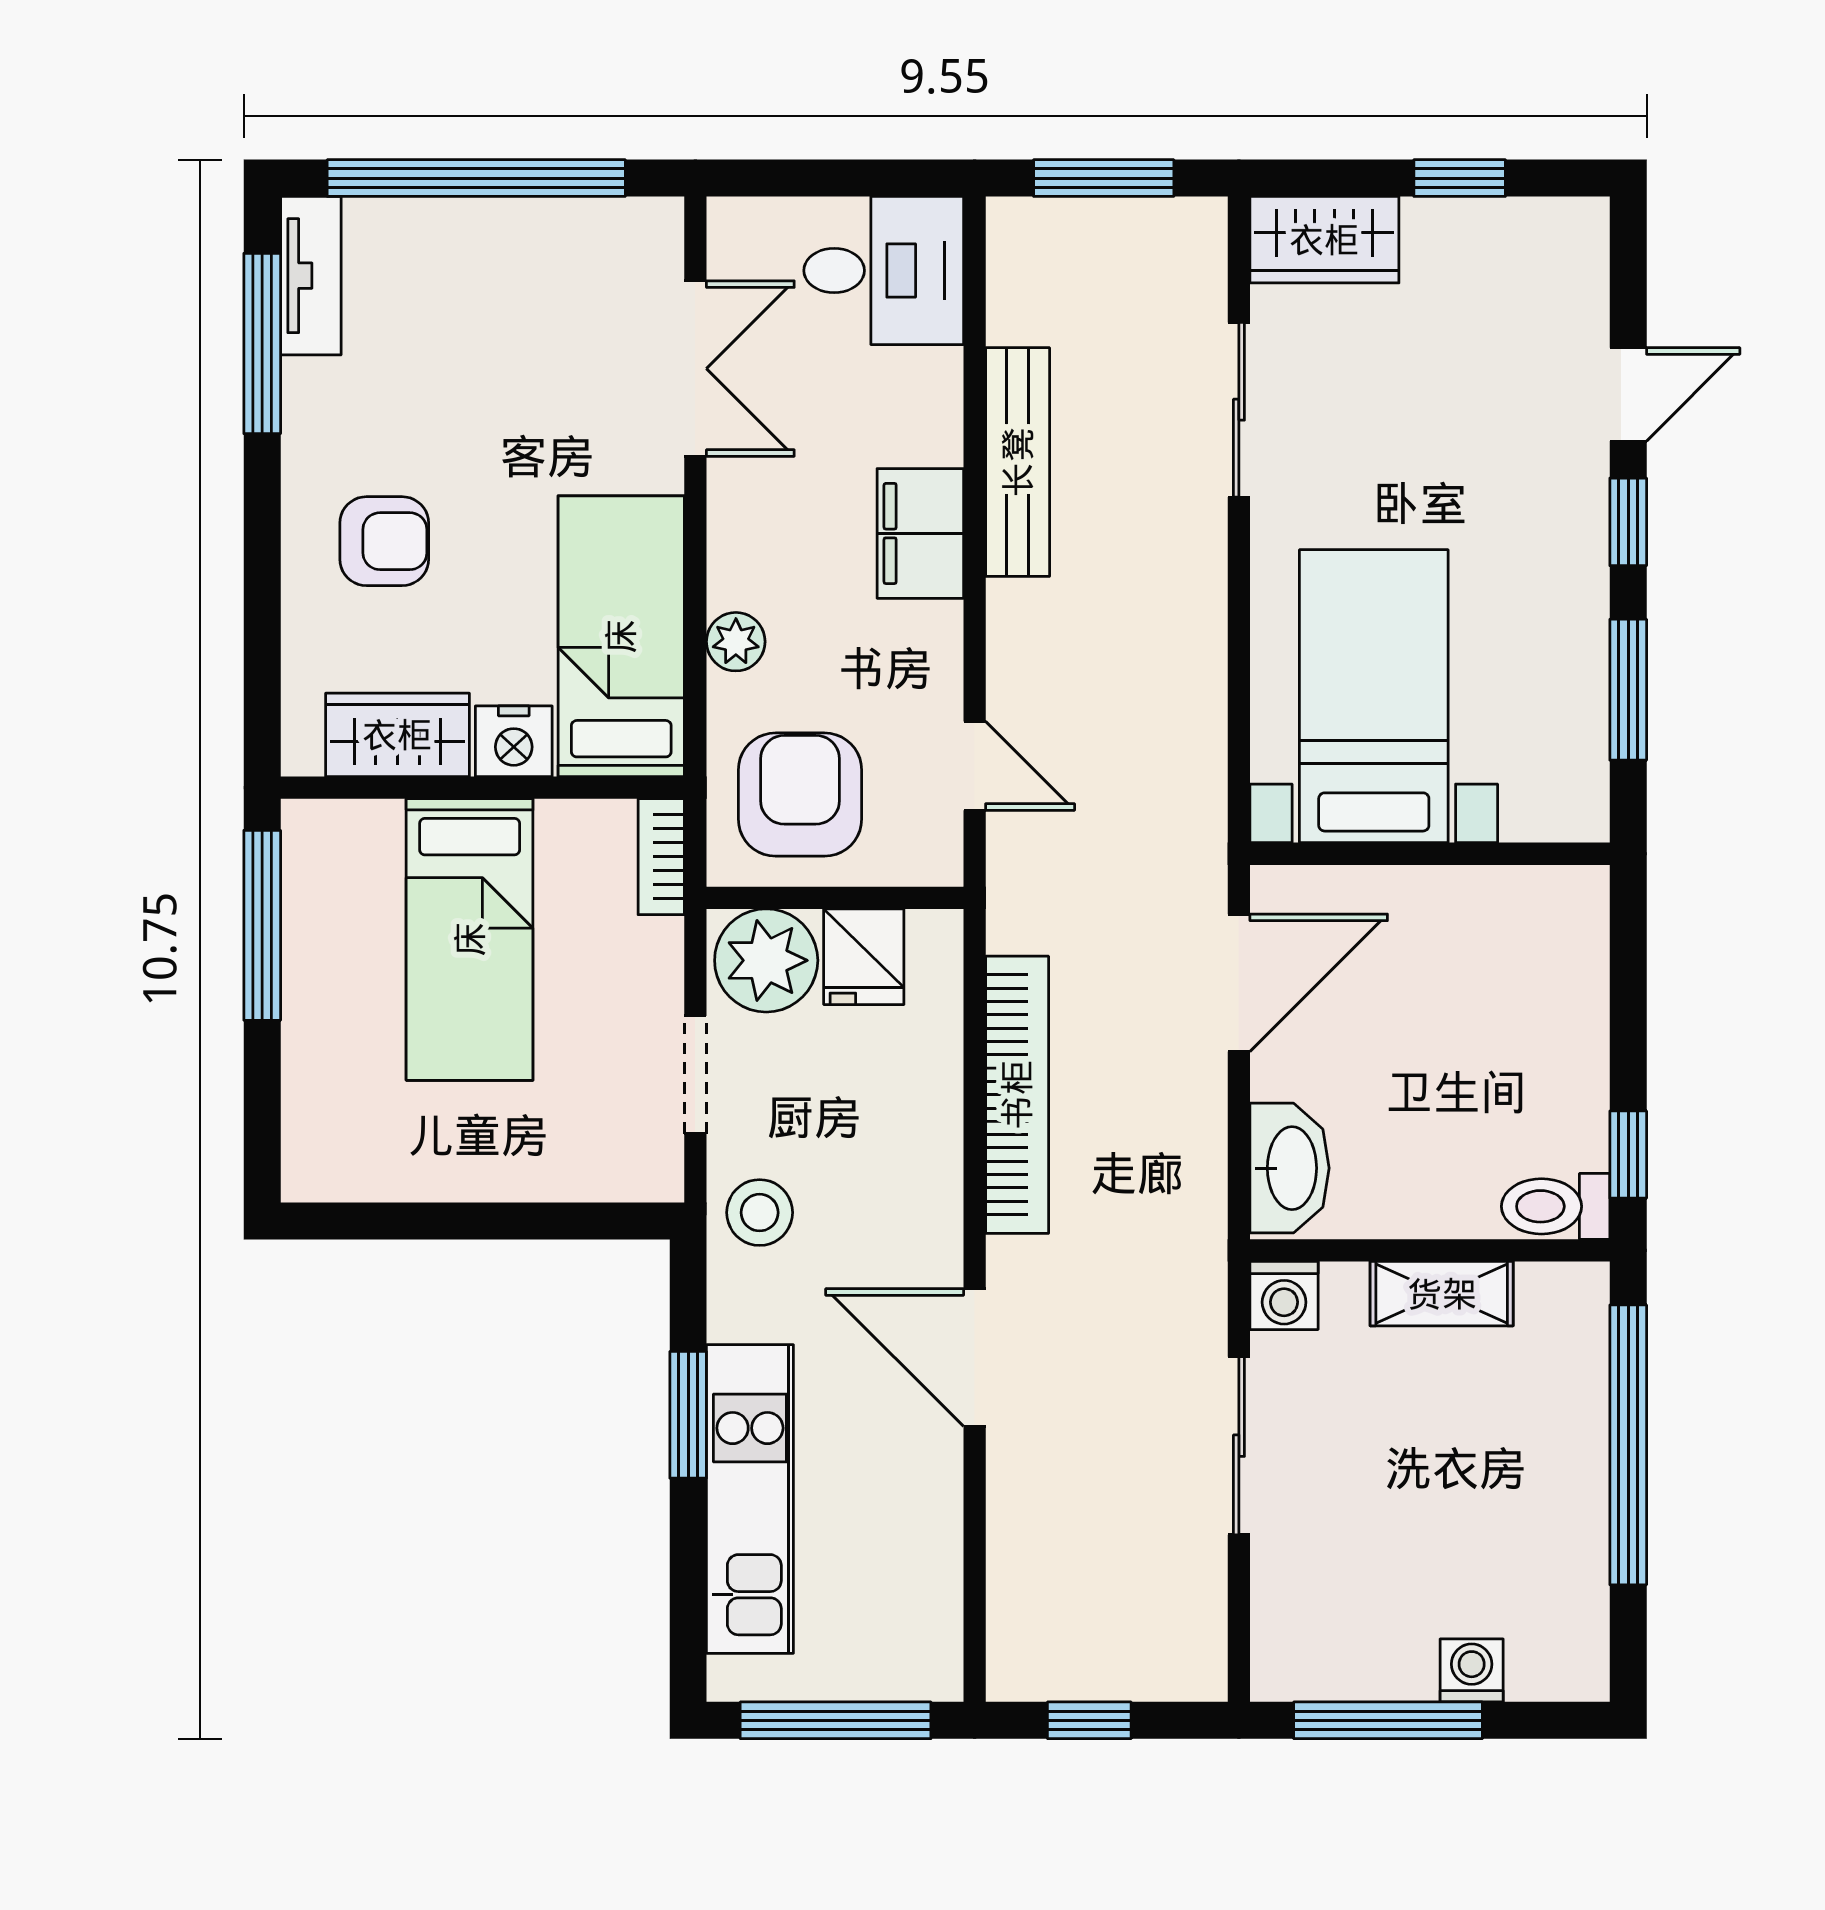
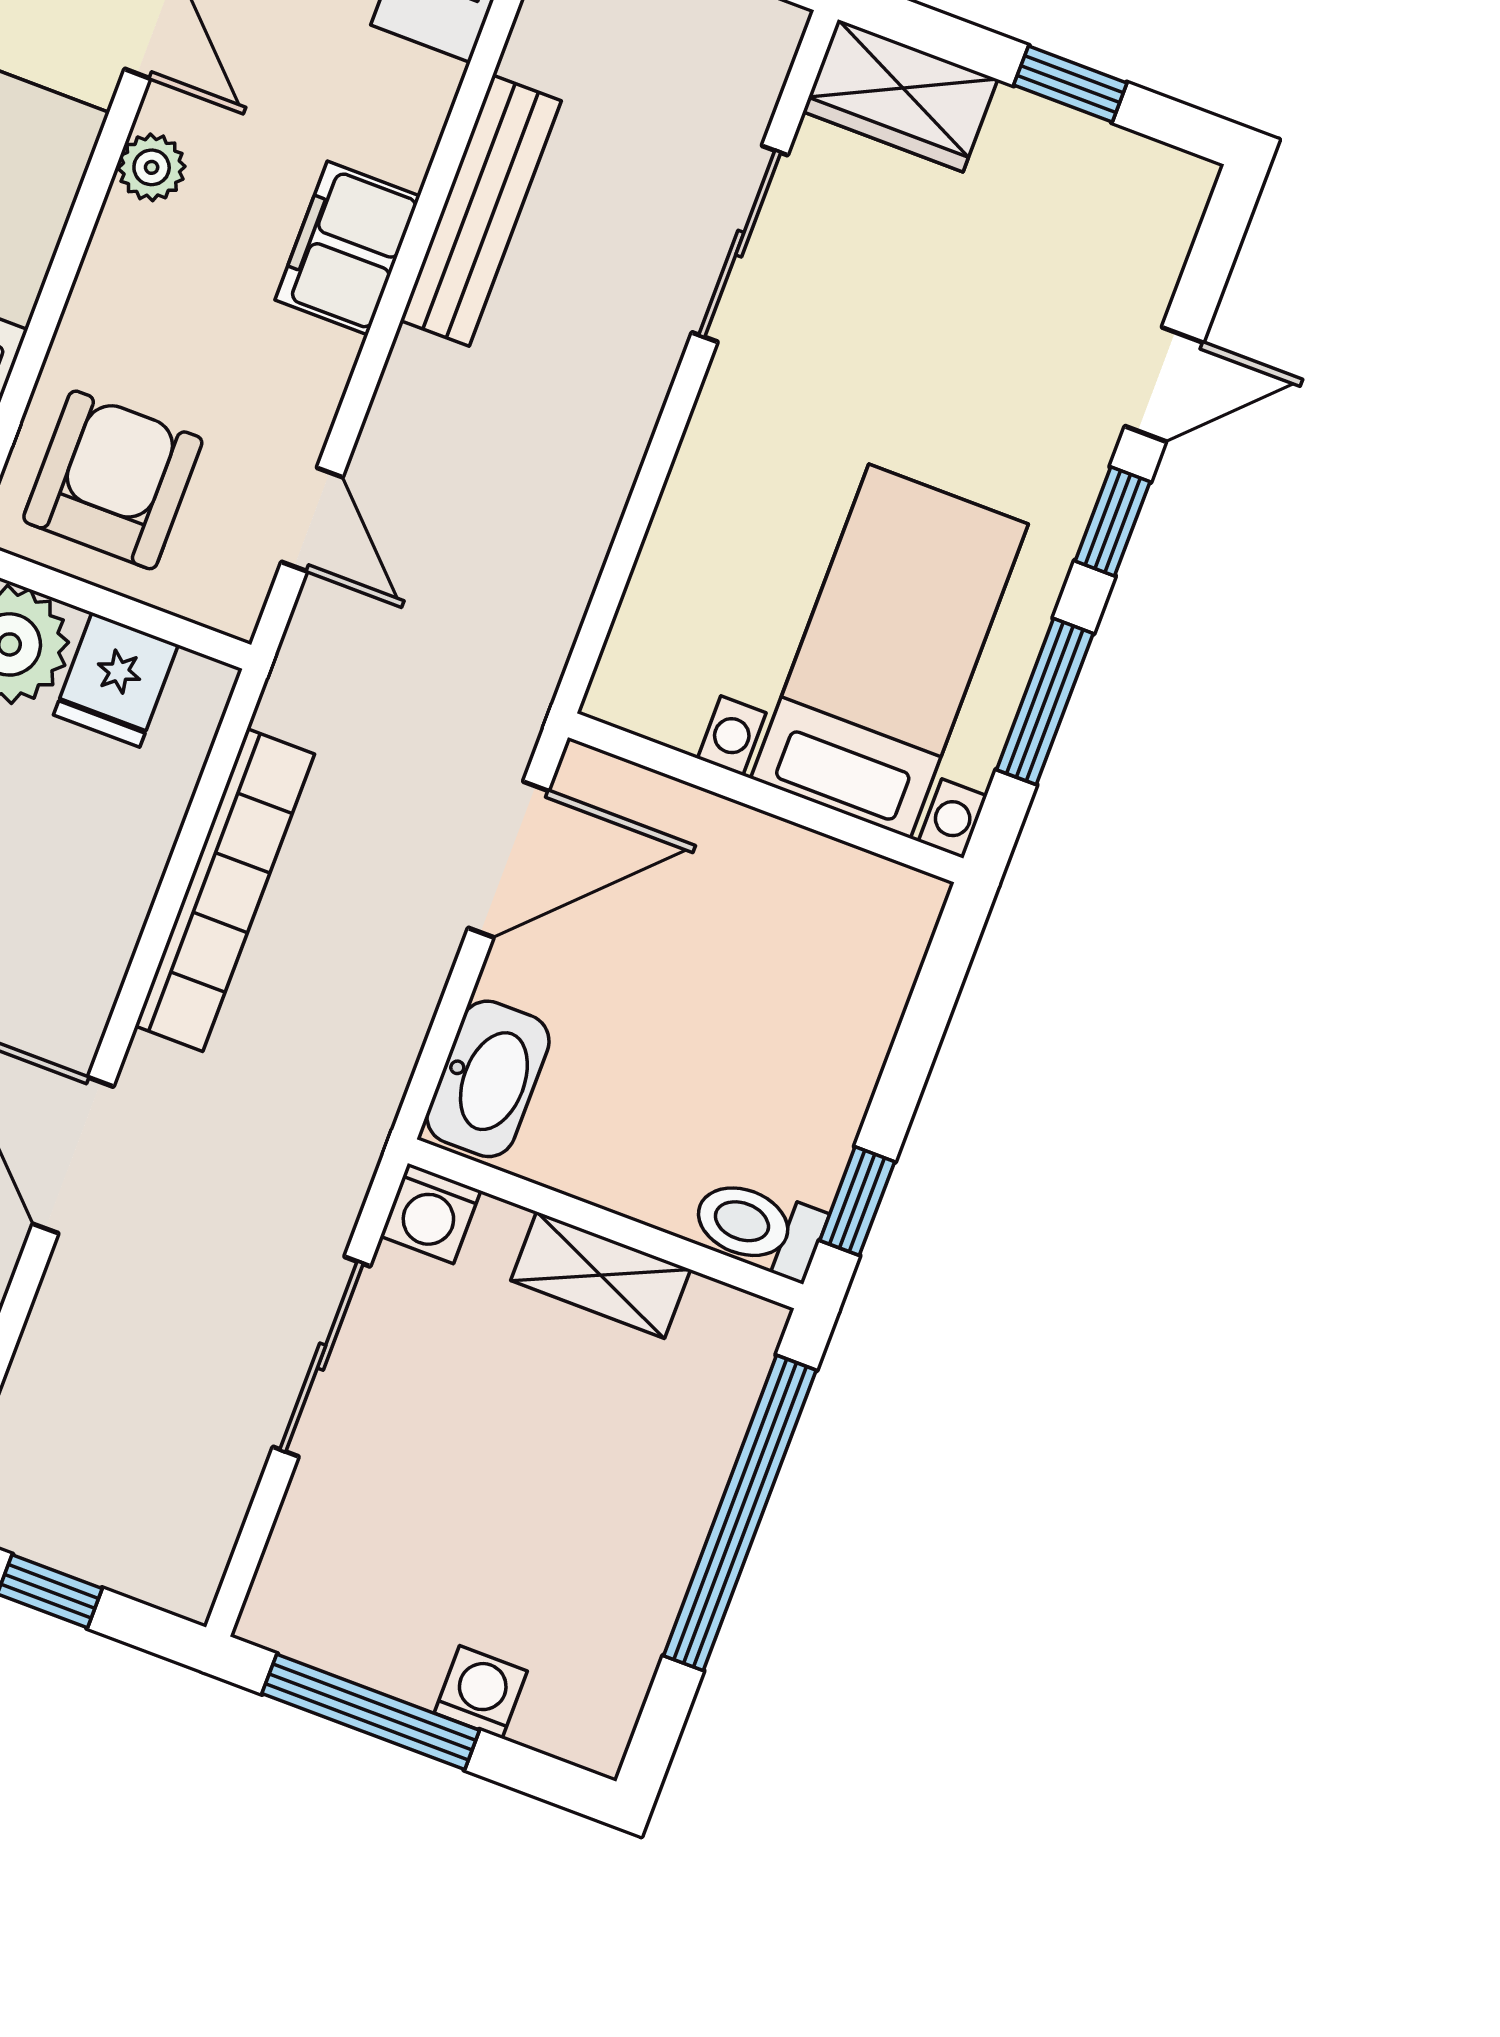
plant: (736, 642) -> (152, 167), moved
bed with nightstands: (1374, 696) -> (889, 651), moved

